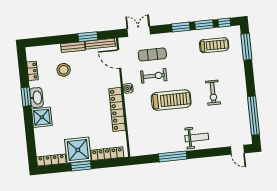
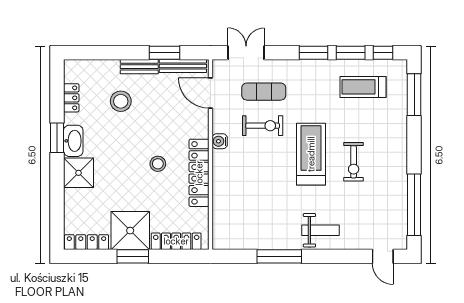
treadmill: (214, 45) -> (363, 87), turned 180
treadmill: (171, 100) -> (311, 154), moved, turned -90
stool: (91, 106) -> (158, 164), added

